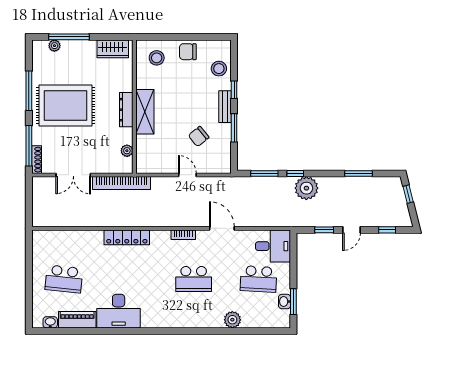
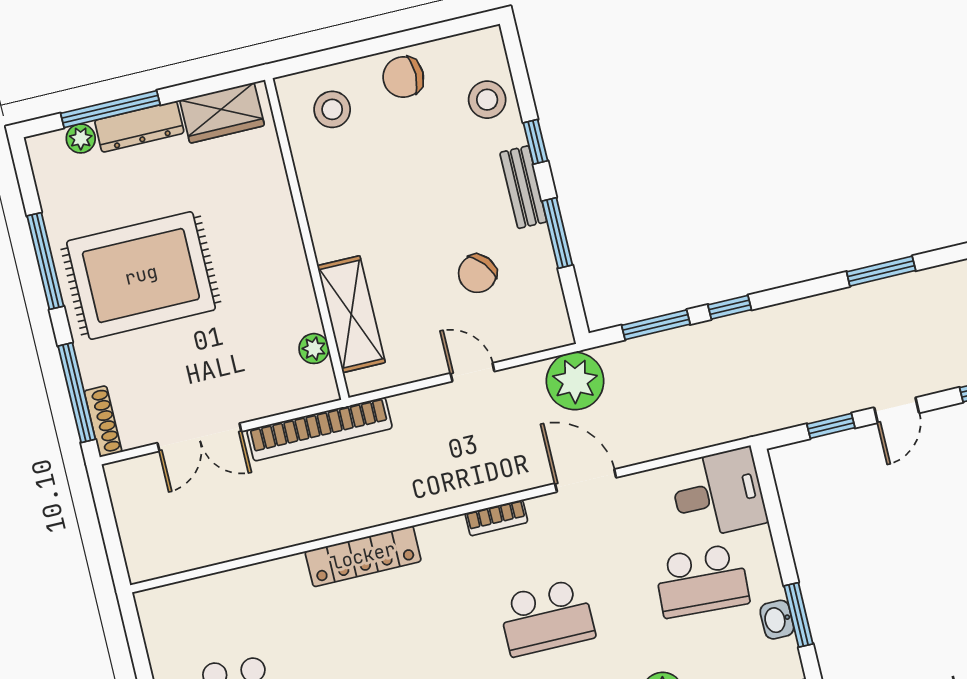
dresser: (126, 110) -> (139, 127), moved, turned -90
shelving: (145, 112) -> (351, 314), moved
plant: (306, 188) -> (575, 381), moved

